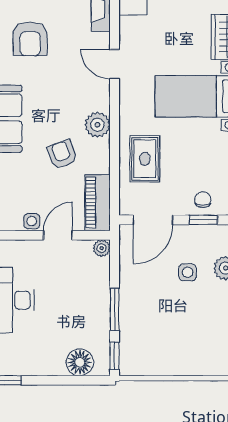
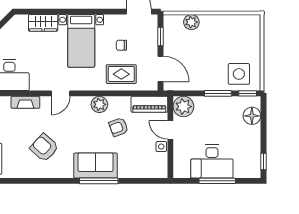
armchair: (30, 39) -> (44, 148), turned -138
chair: (203, 200) -> (121, 45), moved
plant: (102, 248) -> (183, 107), width x1.88, depth x1.88
side table: (188, 272) -> (239, 74), moved, width x1.87, depth x1.87

